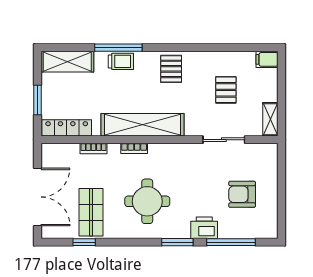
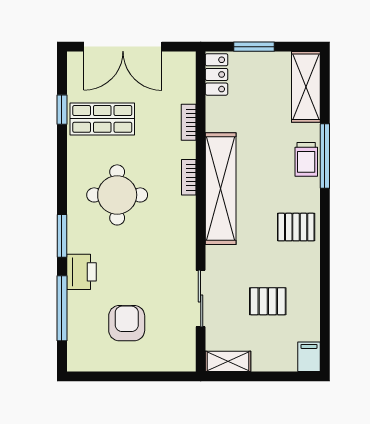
locker: (67, 128) -> (216, 74), width x0.66

